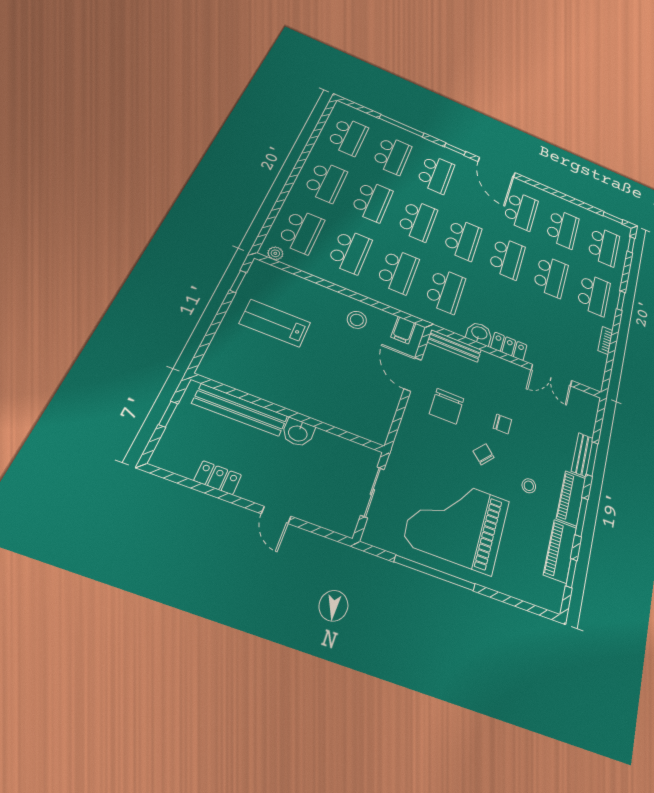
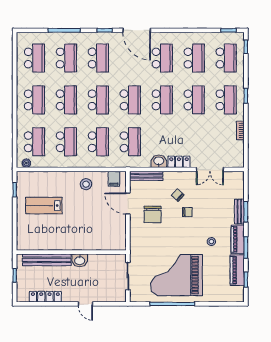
chair: (484, 454) -> (178, 195), moved
locker: (218, 478) -> (45, 297), width x1.53

